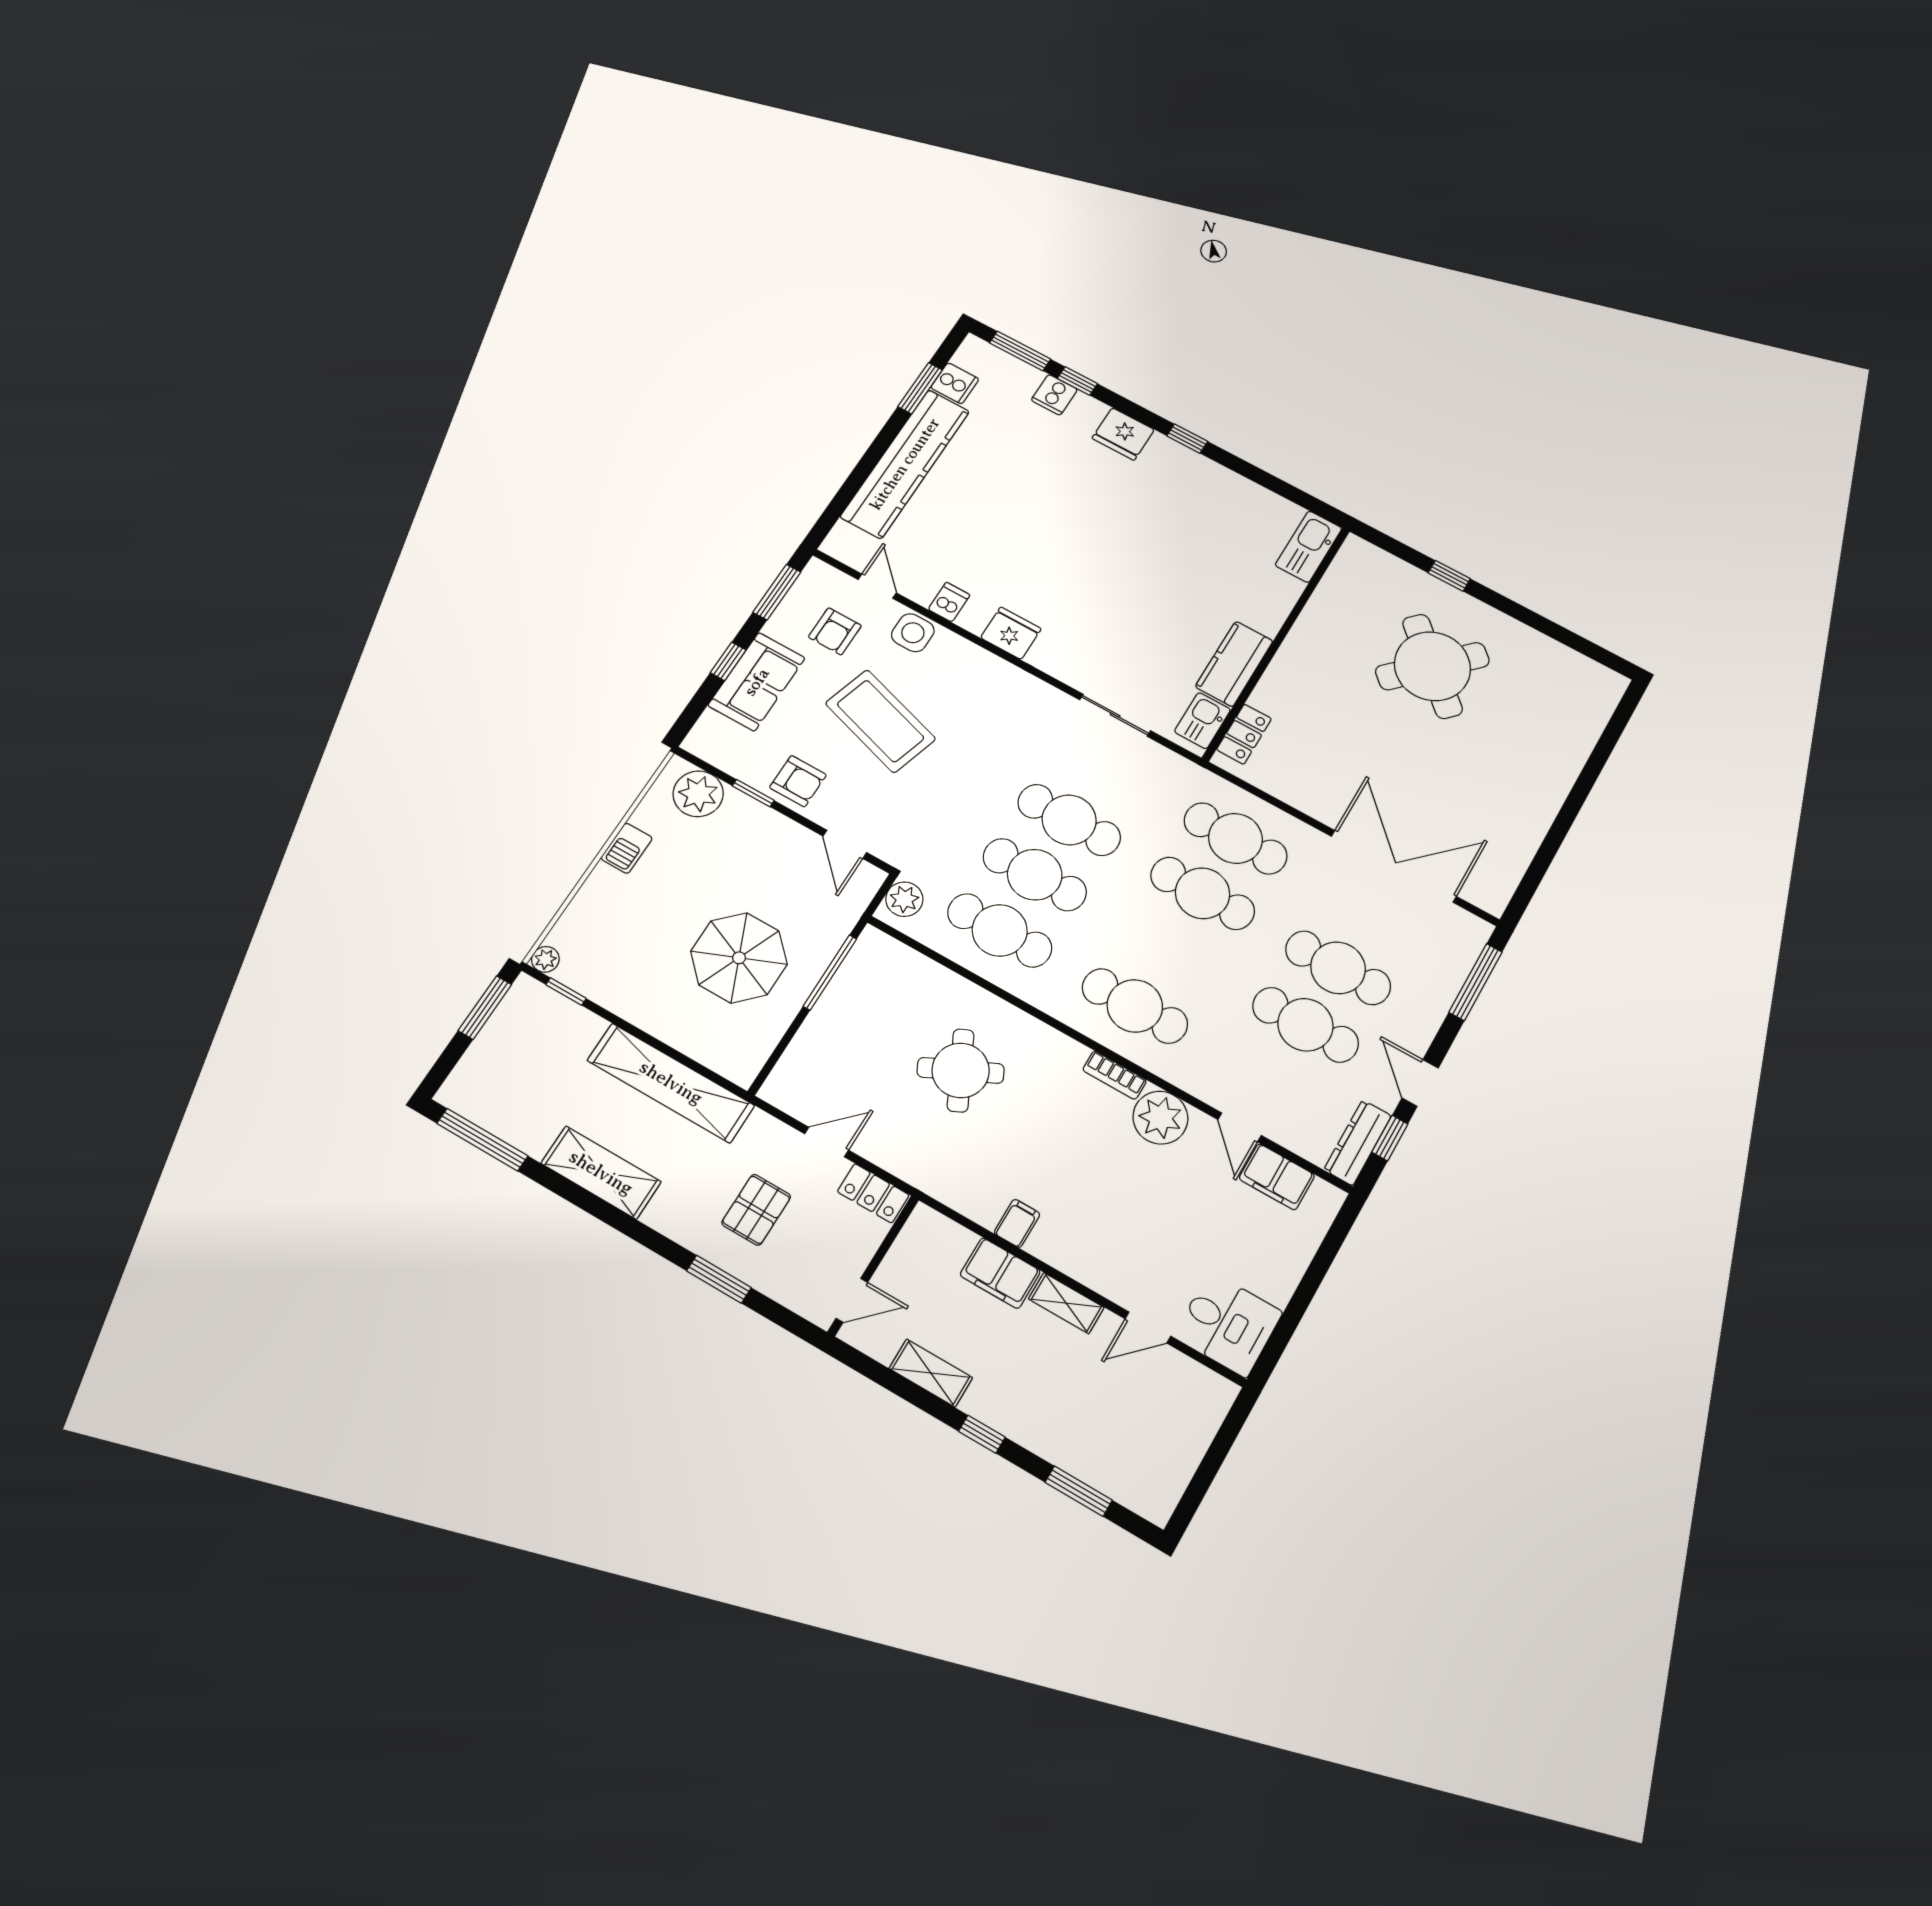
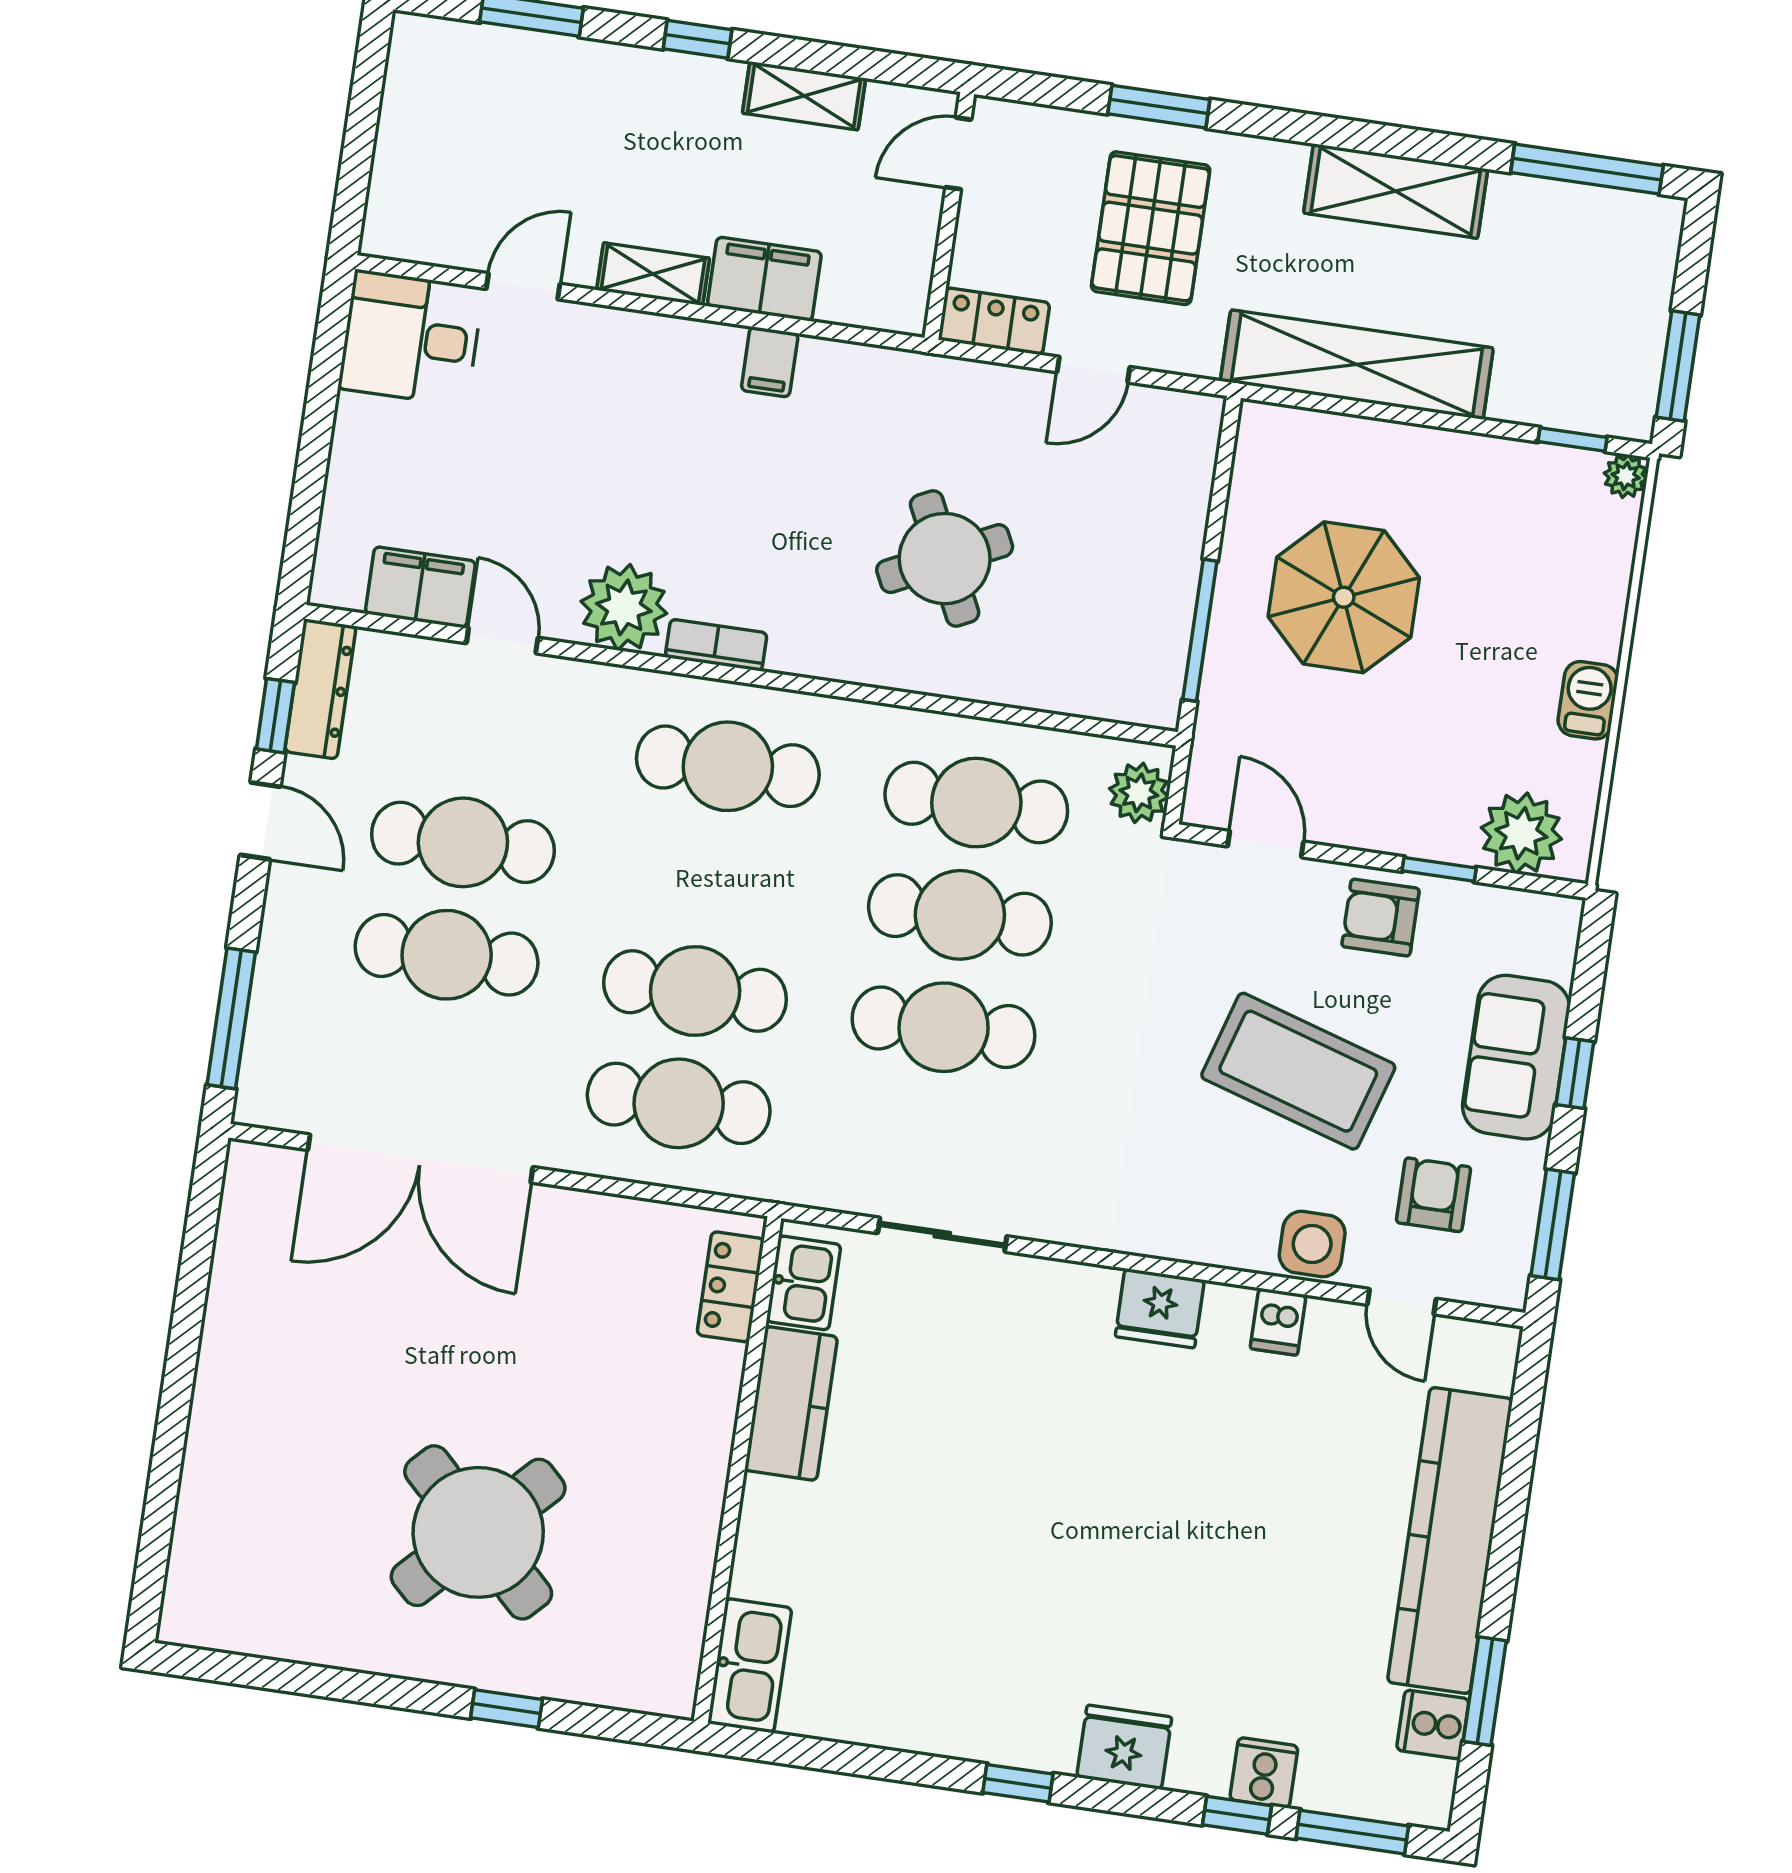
pallet: (756, 1210) -> (1151, 228), width x1.50, depth x1.42

